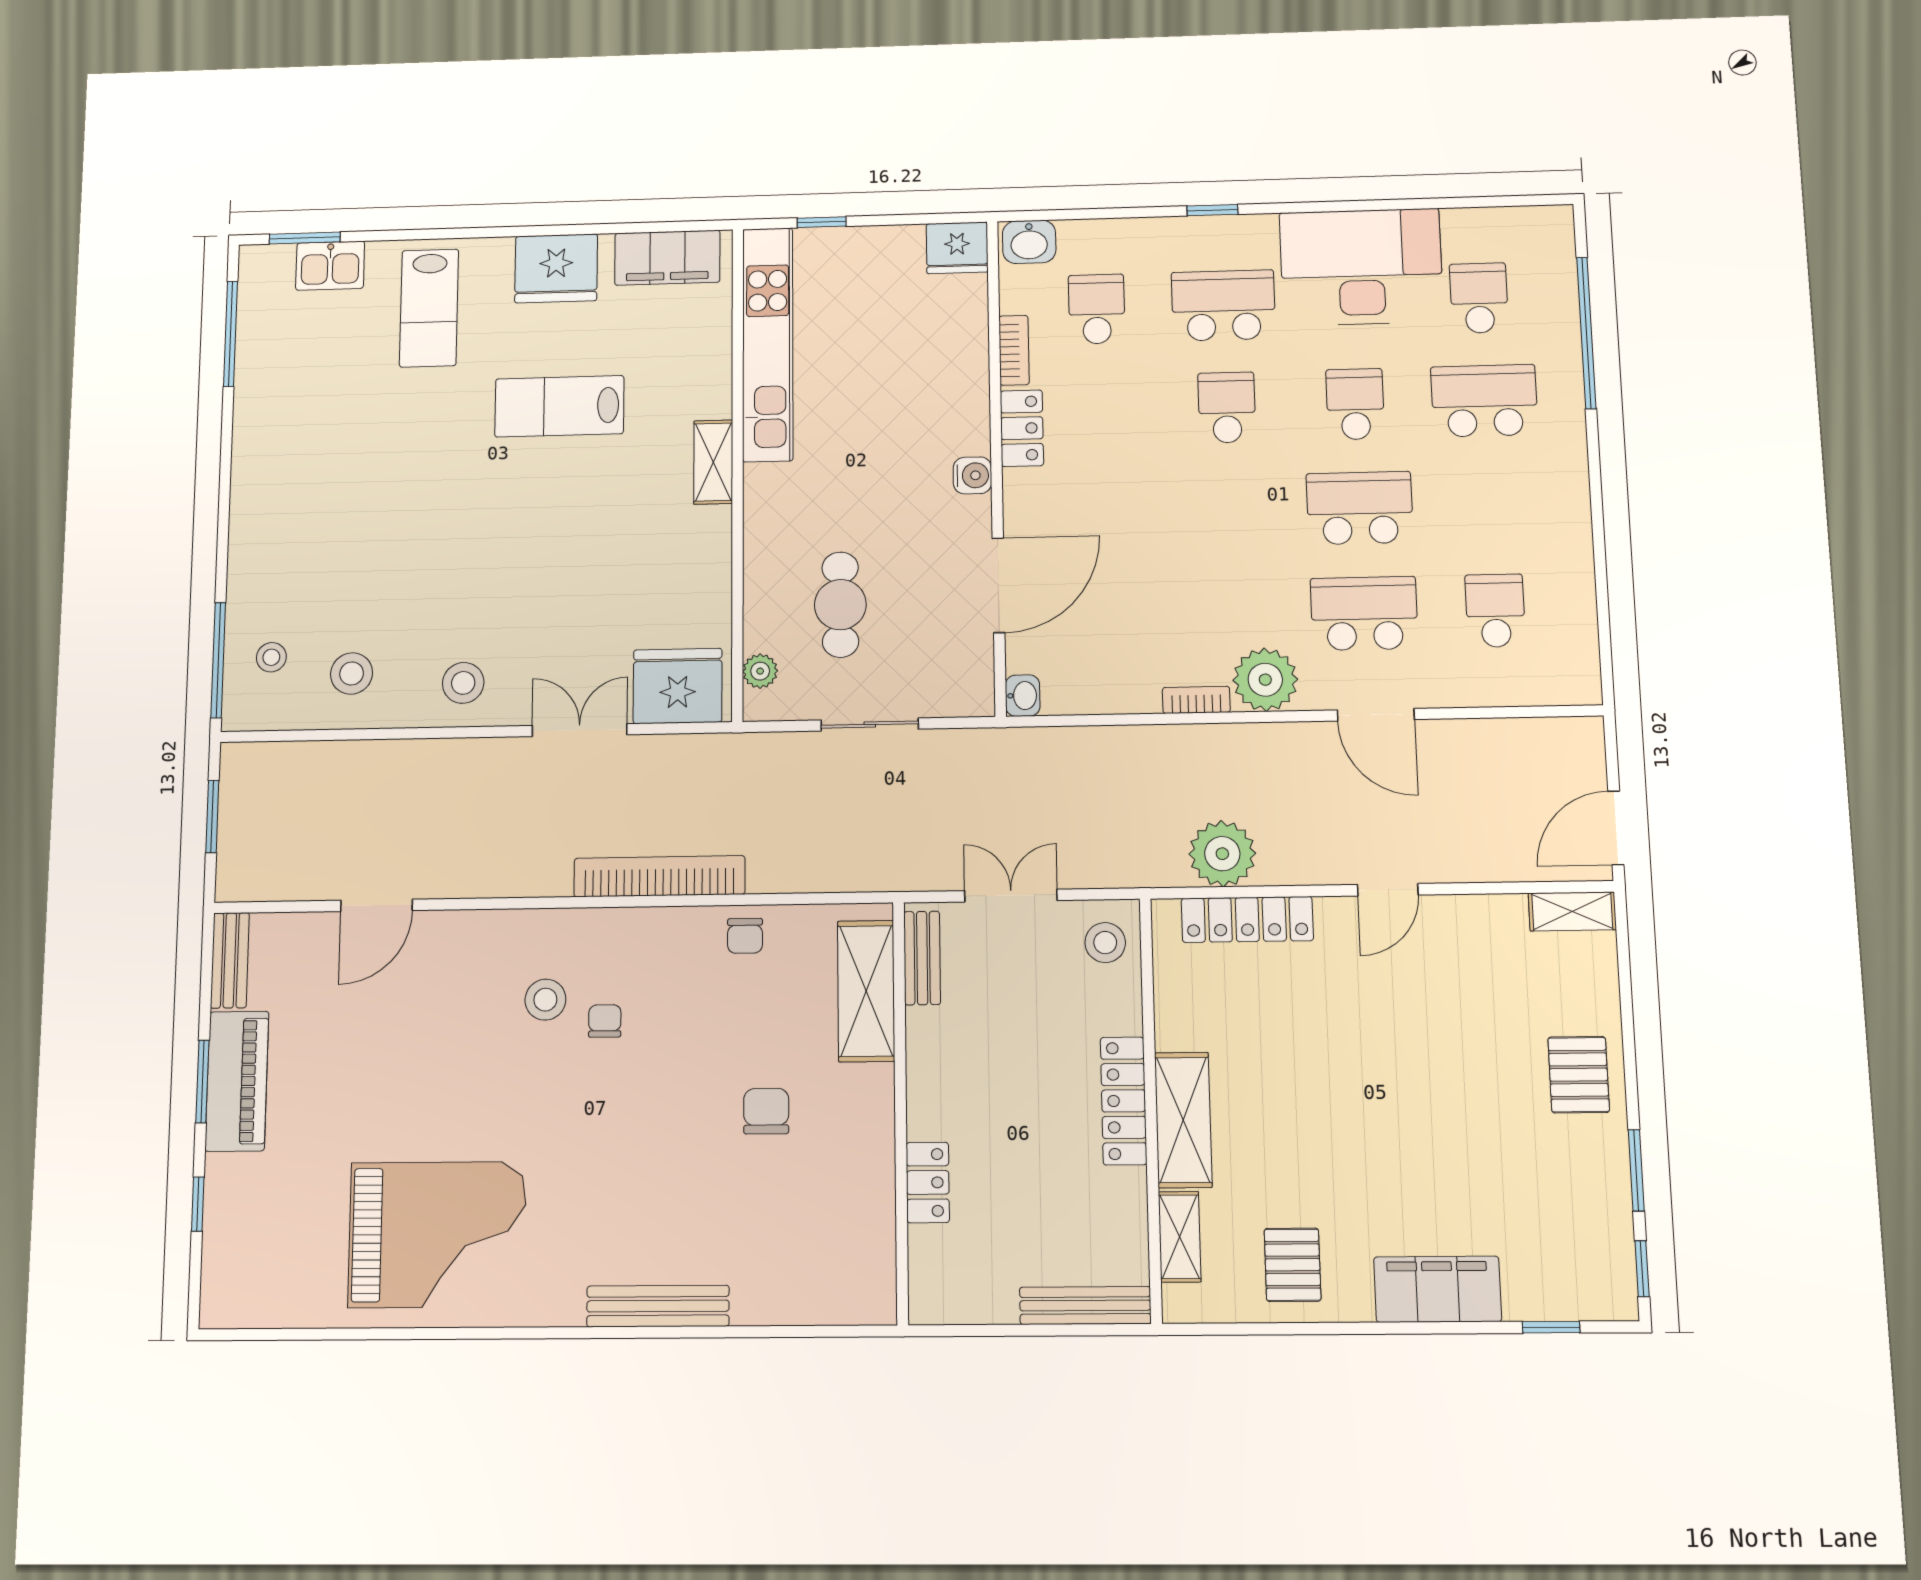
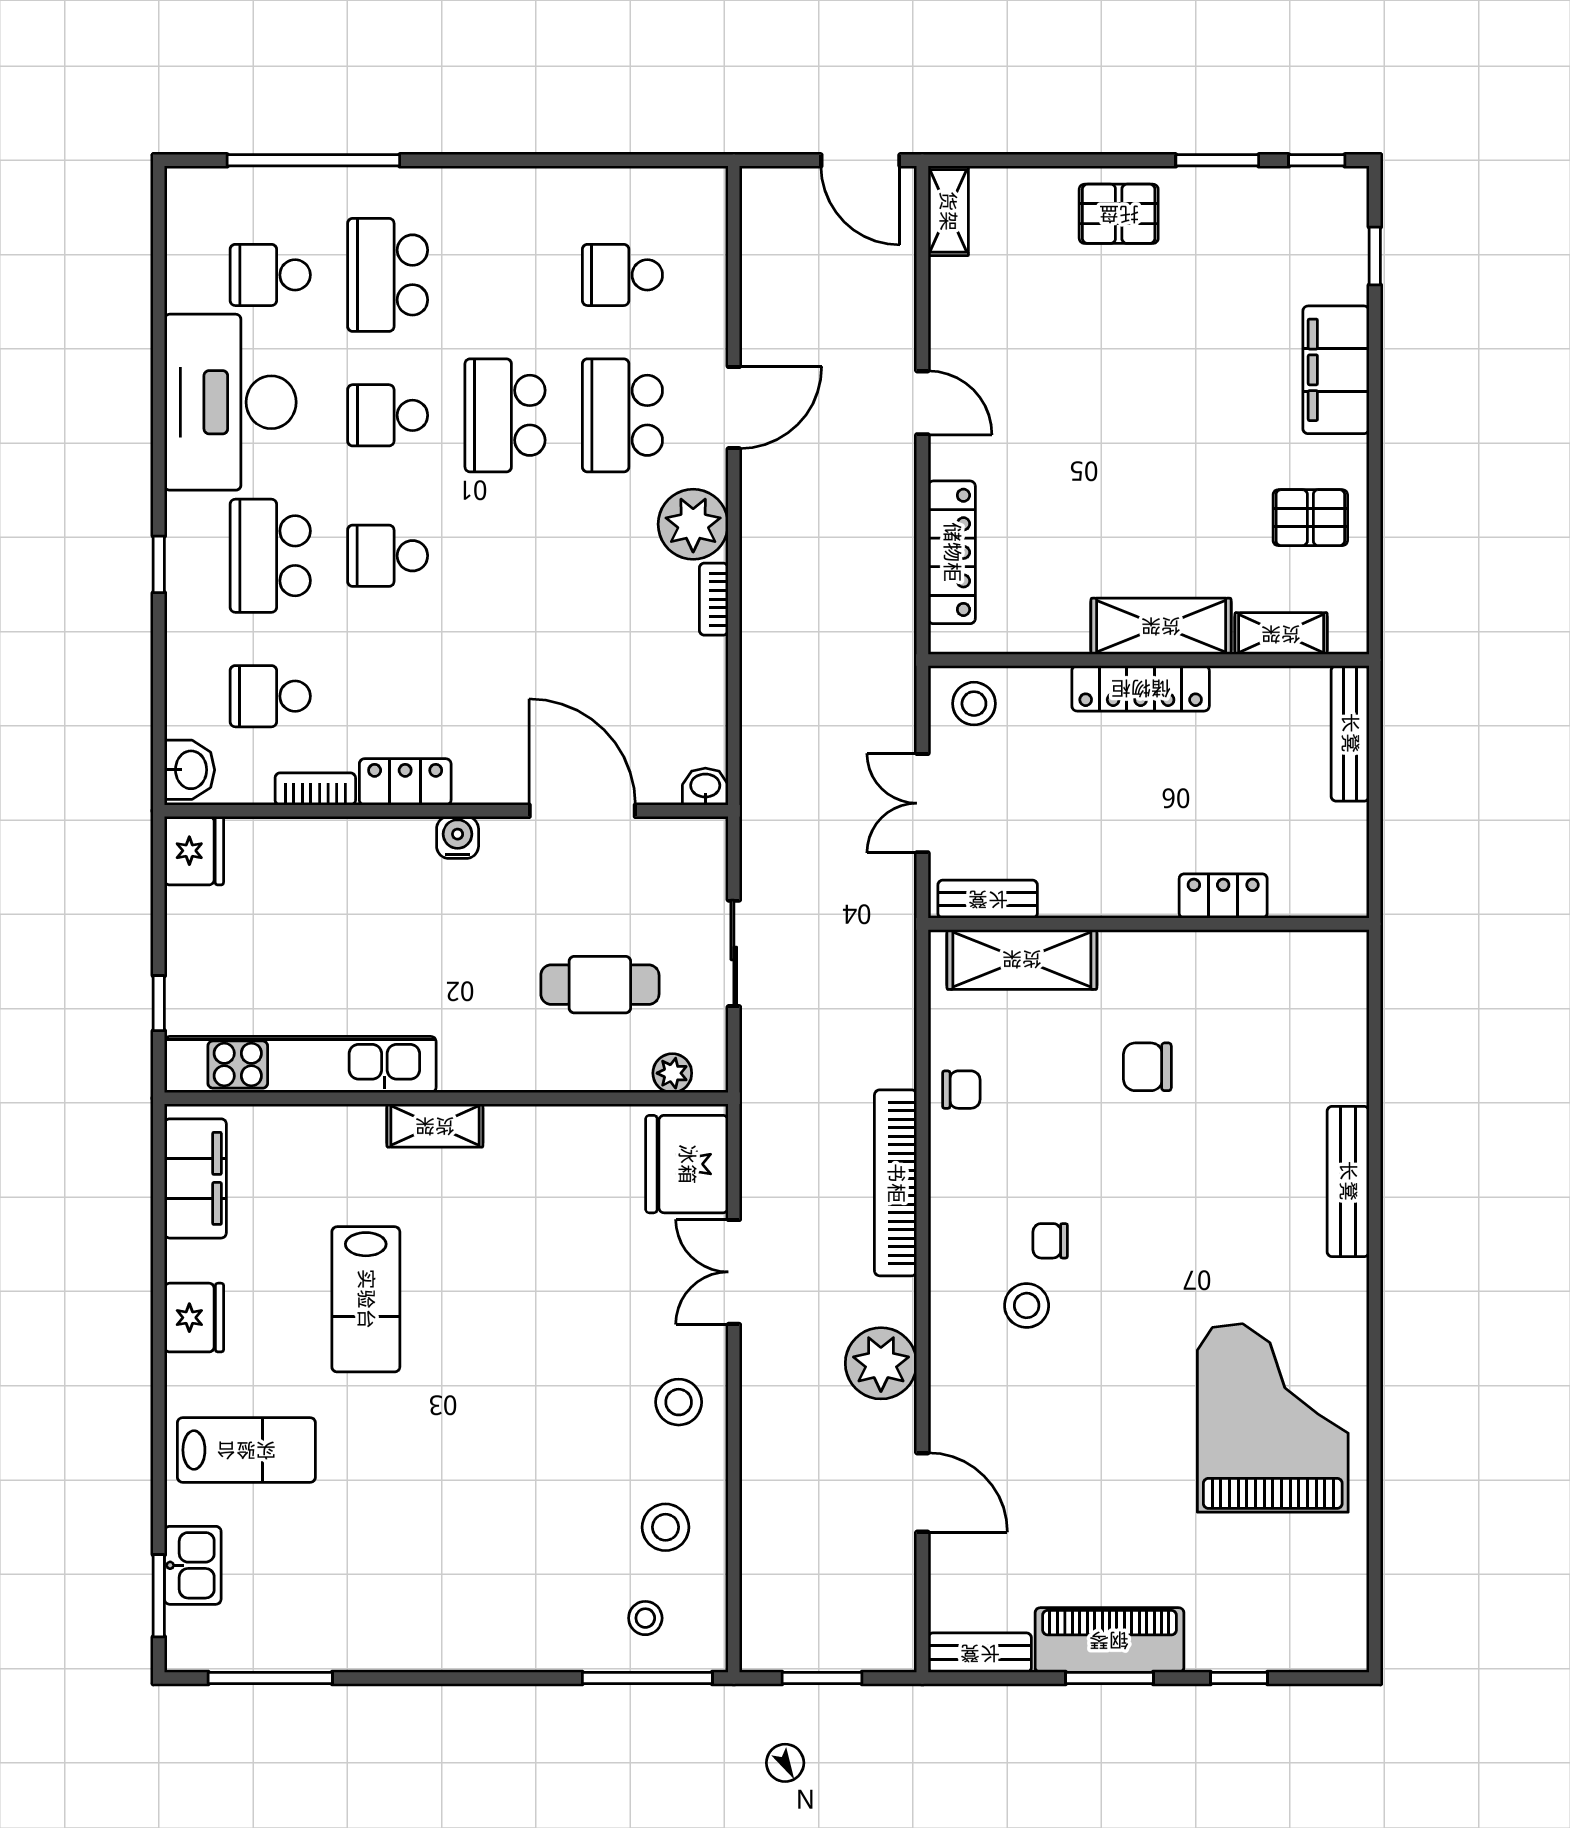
fridge: (556, 268) -> (194, 1318), width x0.73, depth x0.75
plant: (1222, 854) -> (881, 1363), moved

